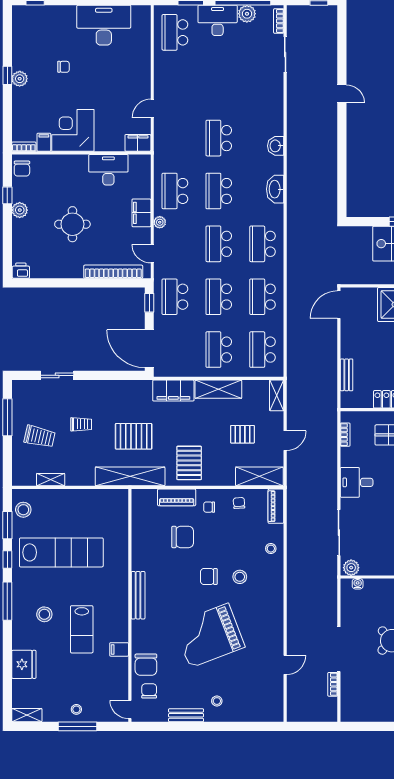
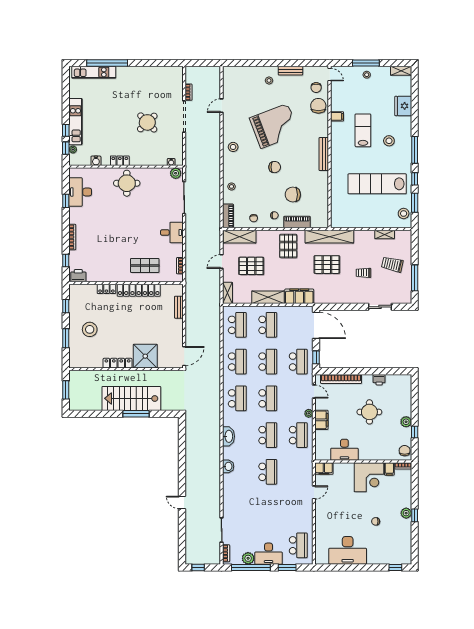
printer: (21, 271) -> (379, 380), moved
pallet: (242, 434) -> (251, 266), width x1.50, depth x1.42
stool: (240, 577) -> (233, 147), moved

